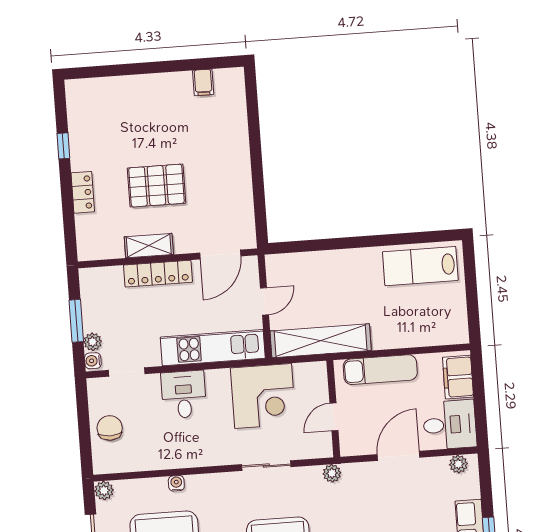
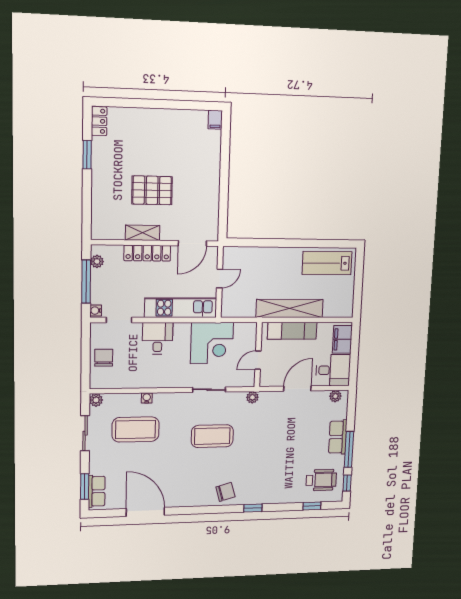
filing cabinet: (203, 82) -> (215, 120), moved
window: (63, 146) -> (87, 155), width x1.50
locker: (83, 192) -> (99, 121), moved
window: (76, 321) -> (86, 282), width x1.44
shelving: (321, 341) -> (290, 308), moved
plant: (93, 342) -> (97, 261), moved

